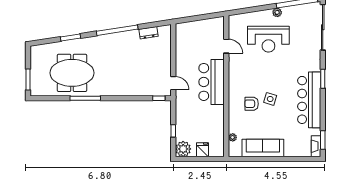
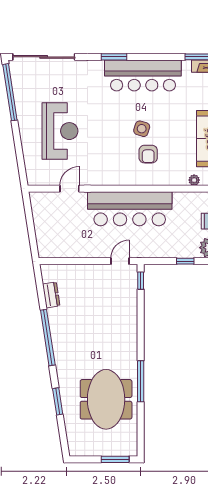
plant: (277, 12) -> (23, 119), removed
bar counter: (212, 82) -> (130, 209), width x1.36

